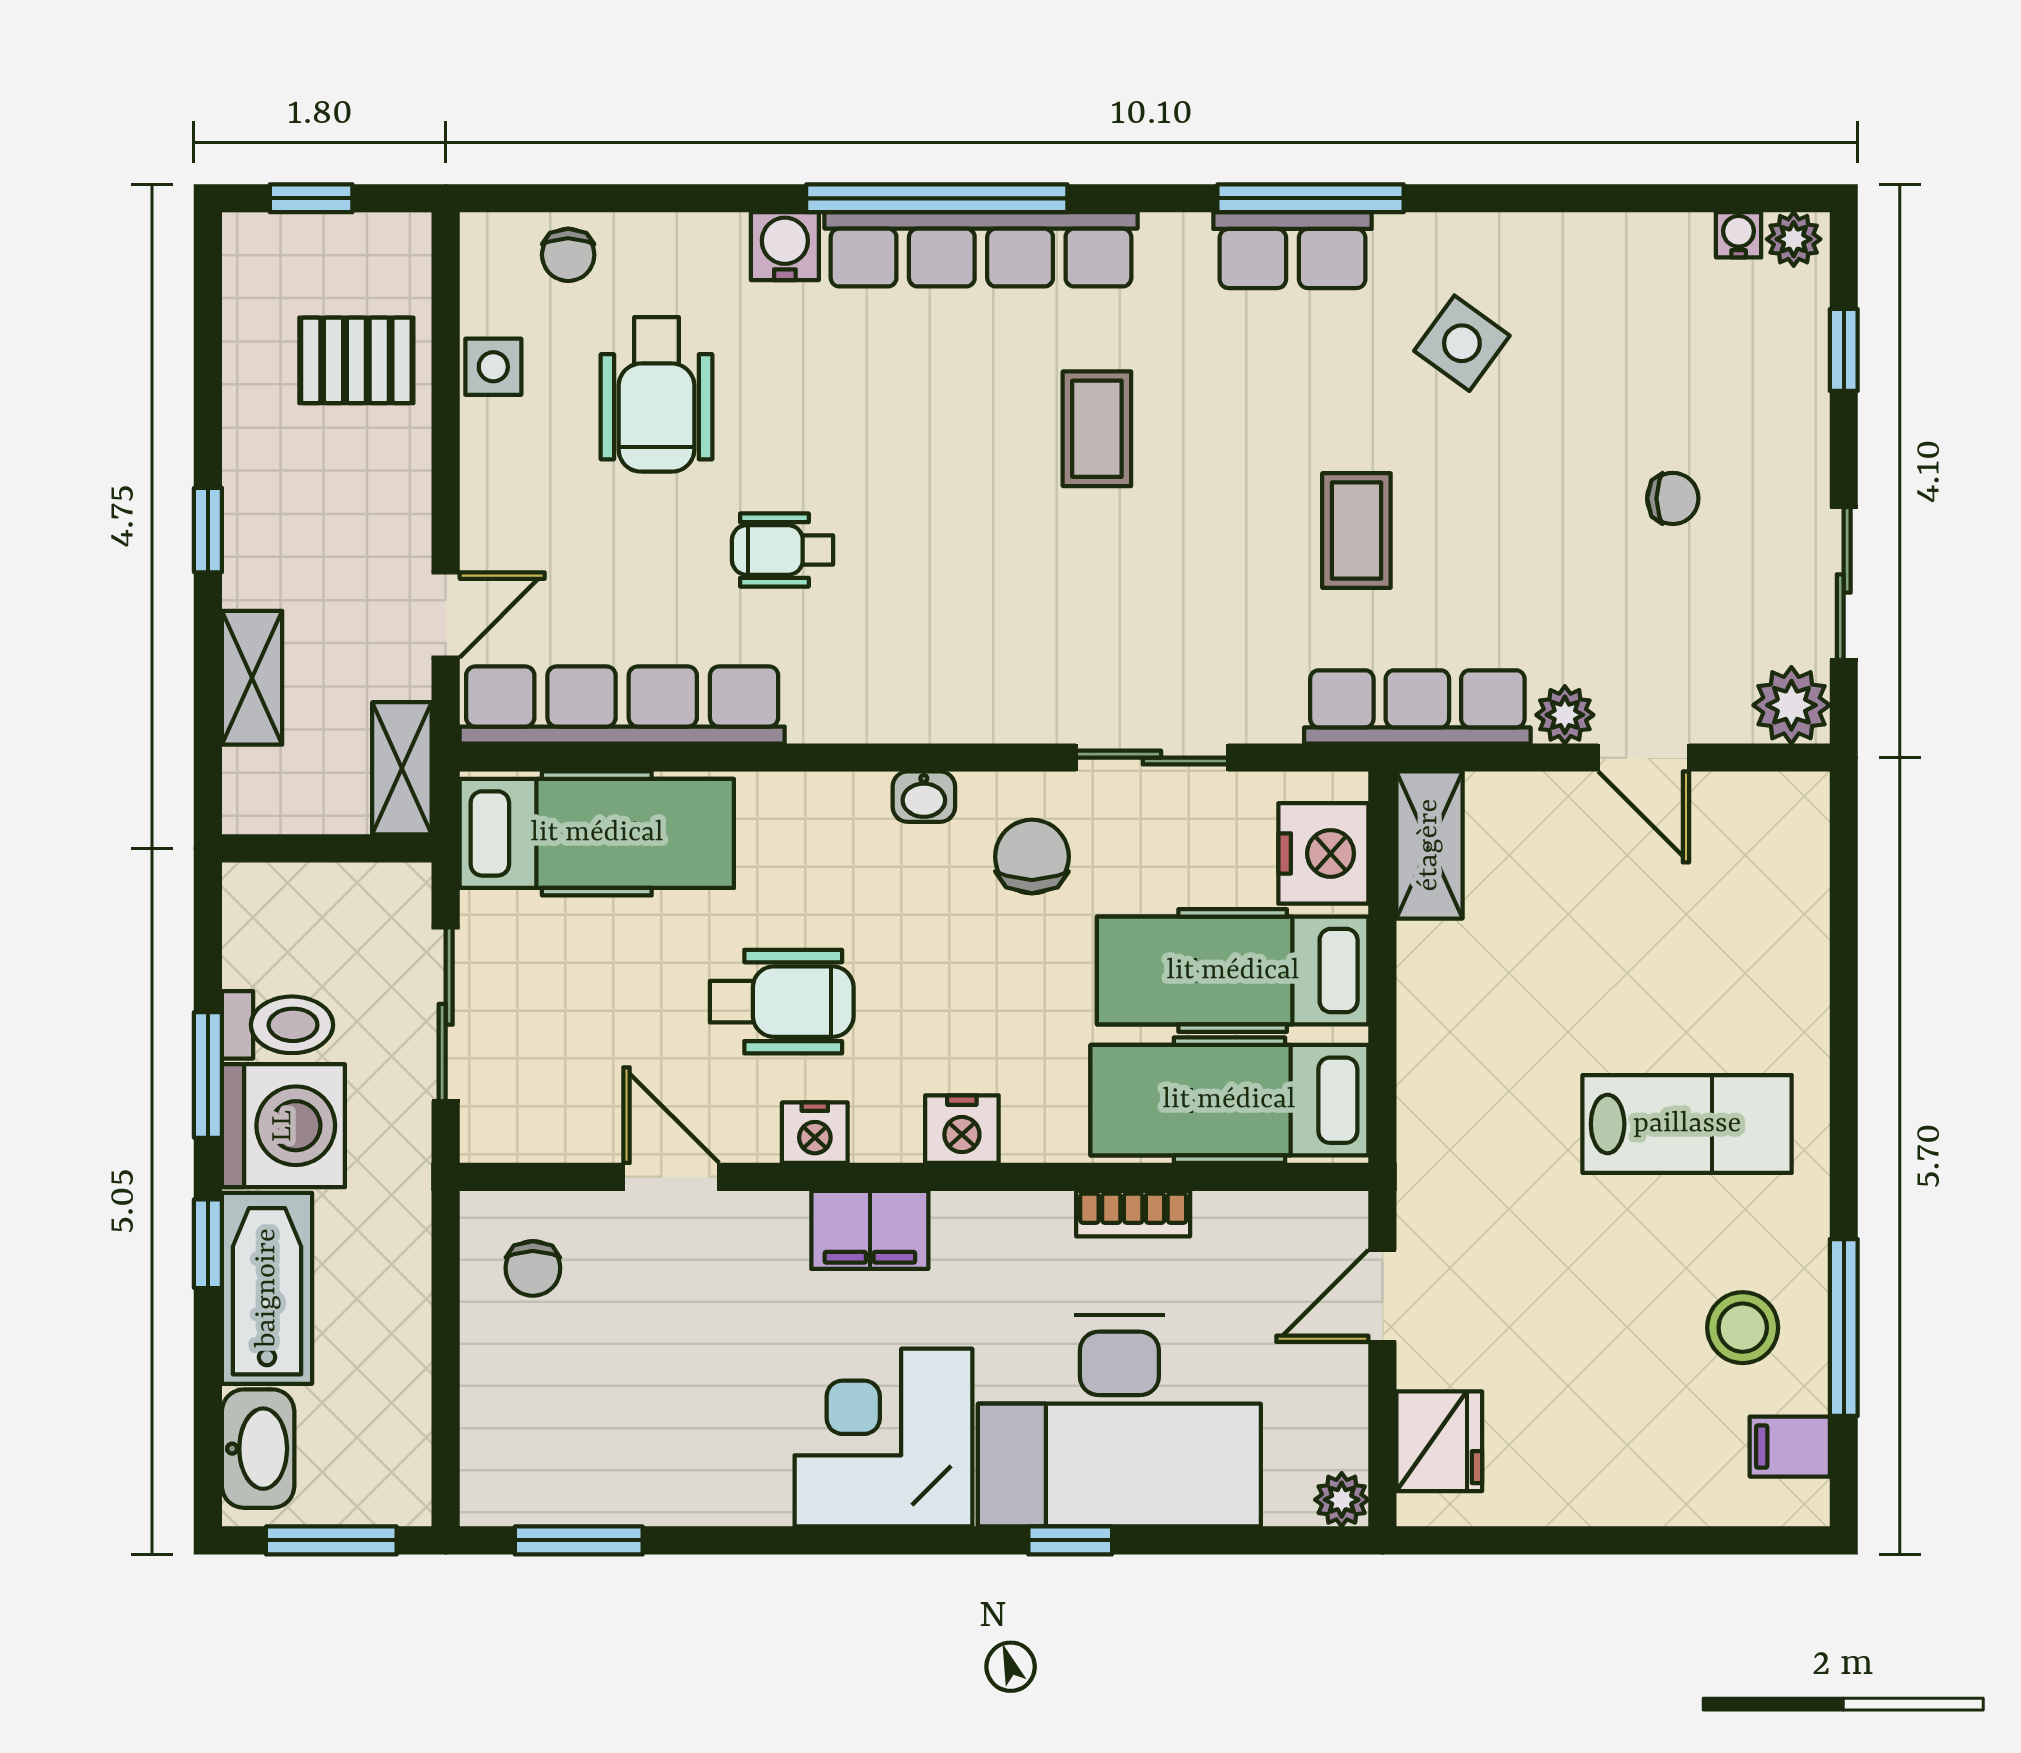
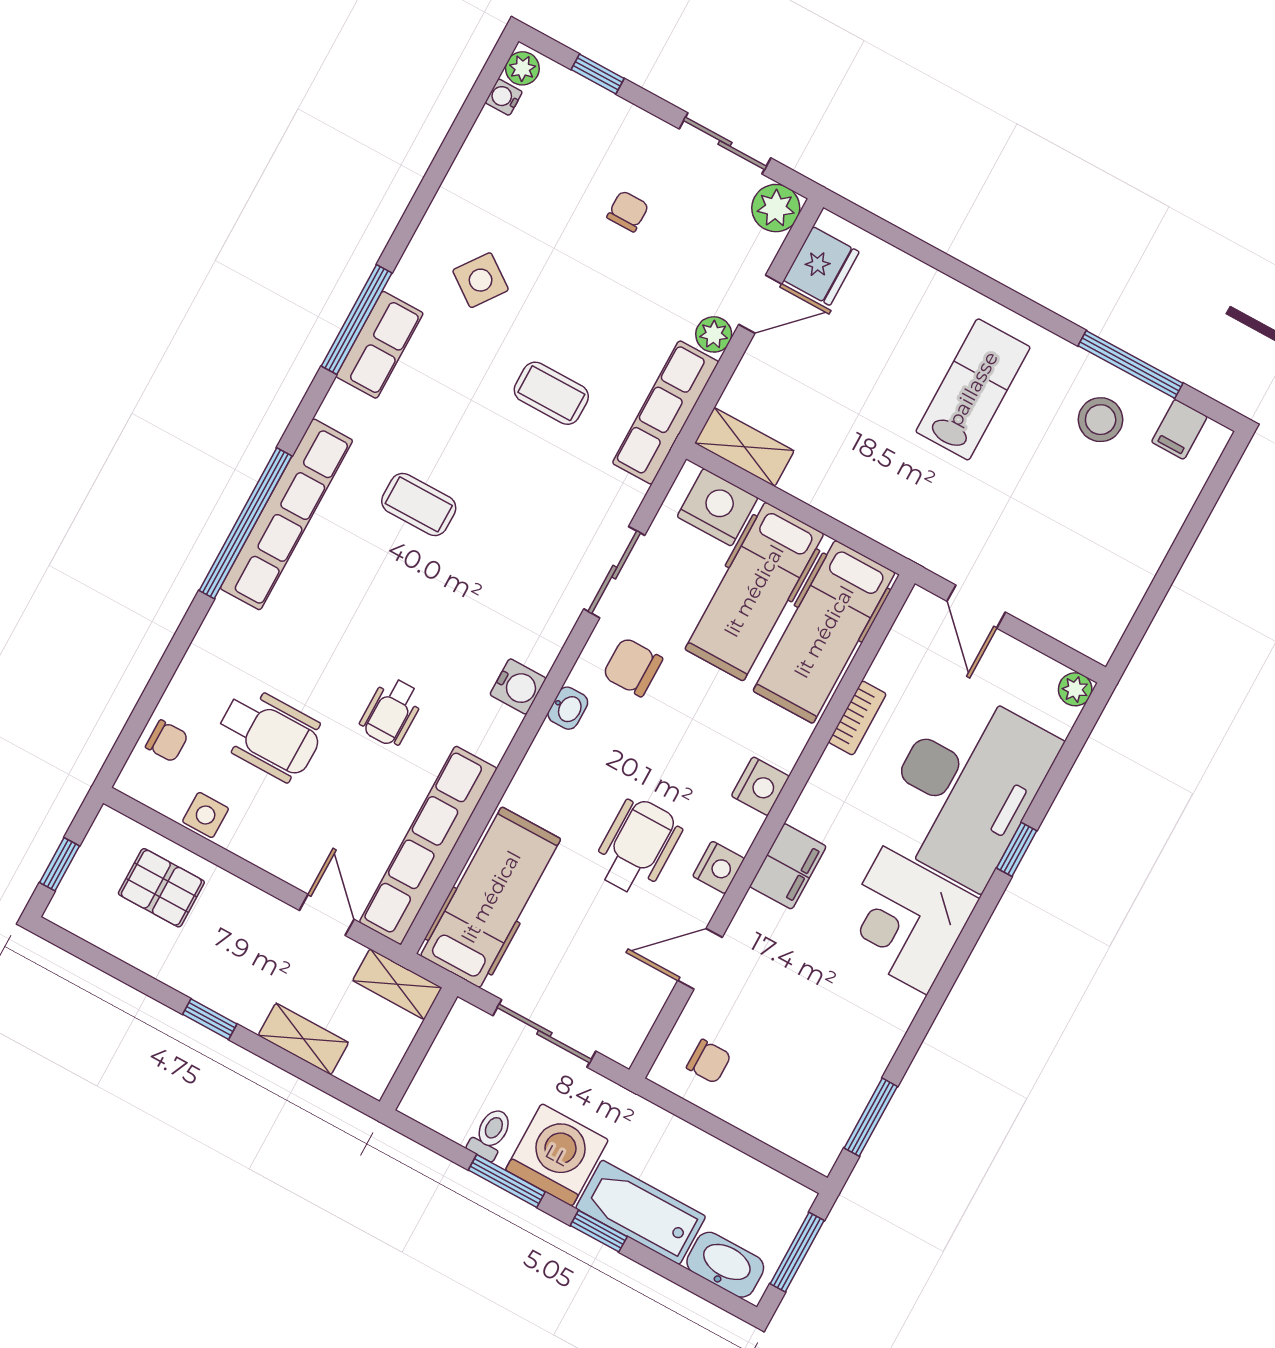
water cooler: (785, 246) -> (518, 686), moved, turned 180
pallet: (356, 360) -> (161, 888), turned 90
toilet: (278, 1025) -> (491, 1134), width x0.73, depth x0.72
fridge: (1439, 1441) -> (821, 266), moved, turned 90

